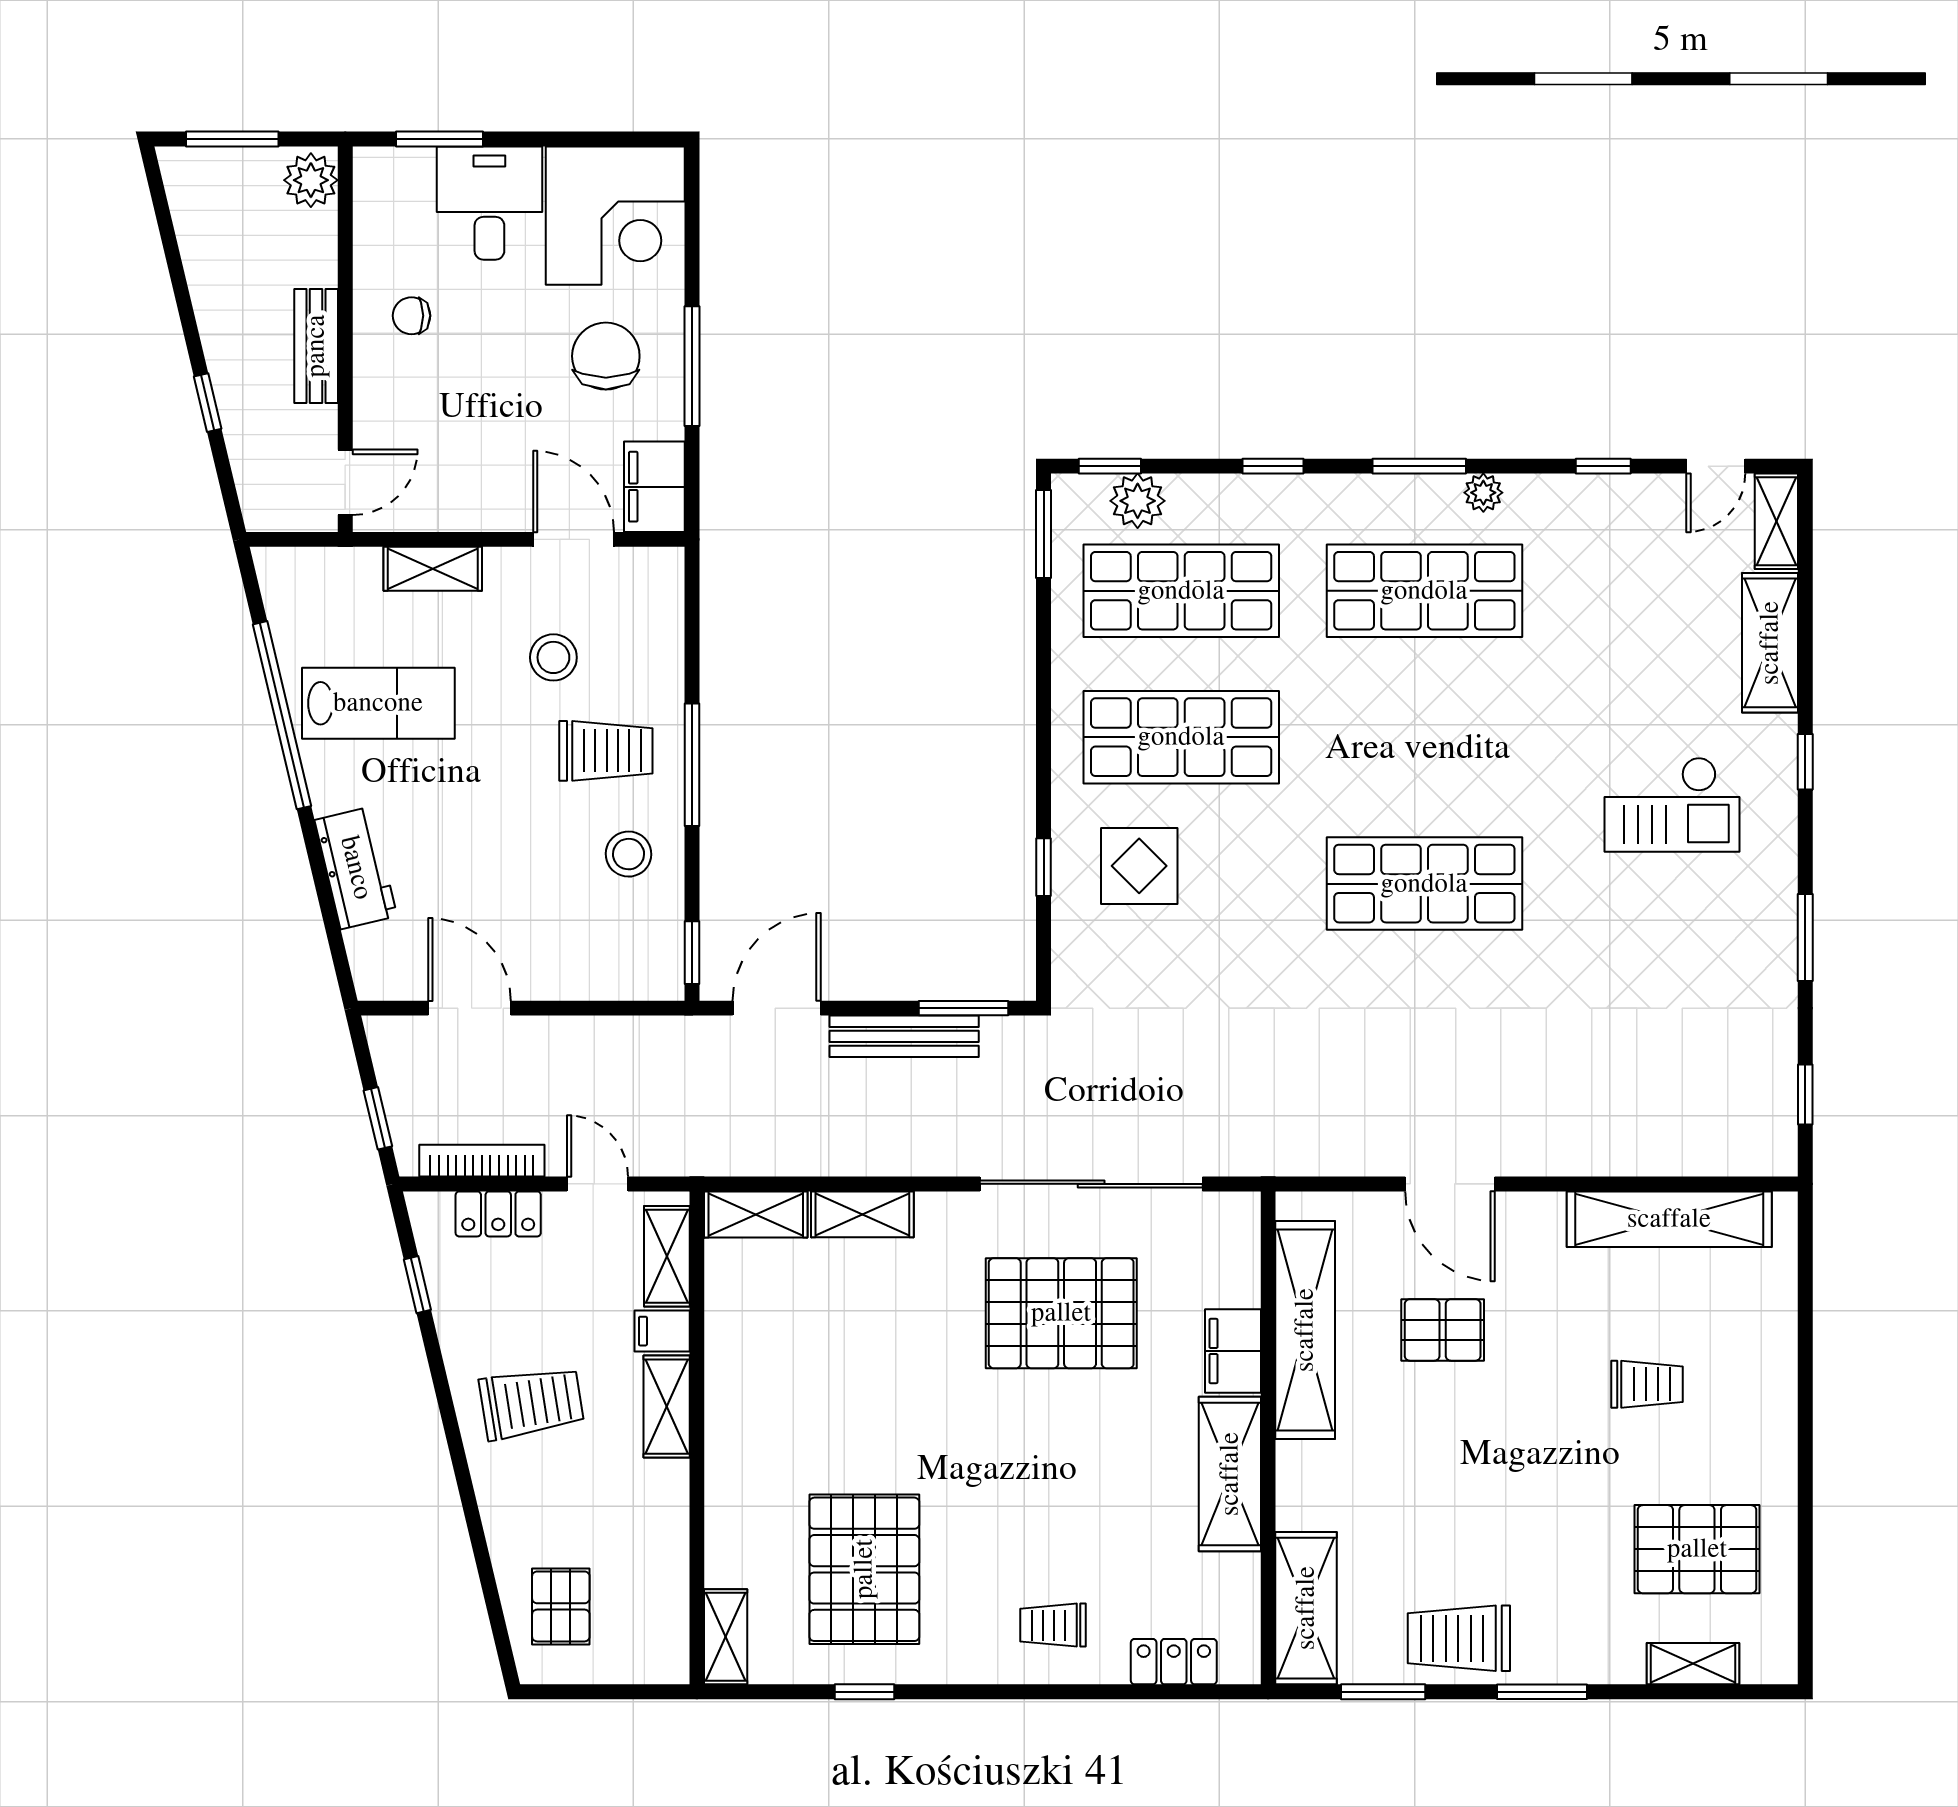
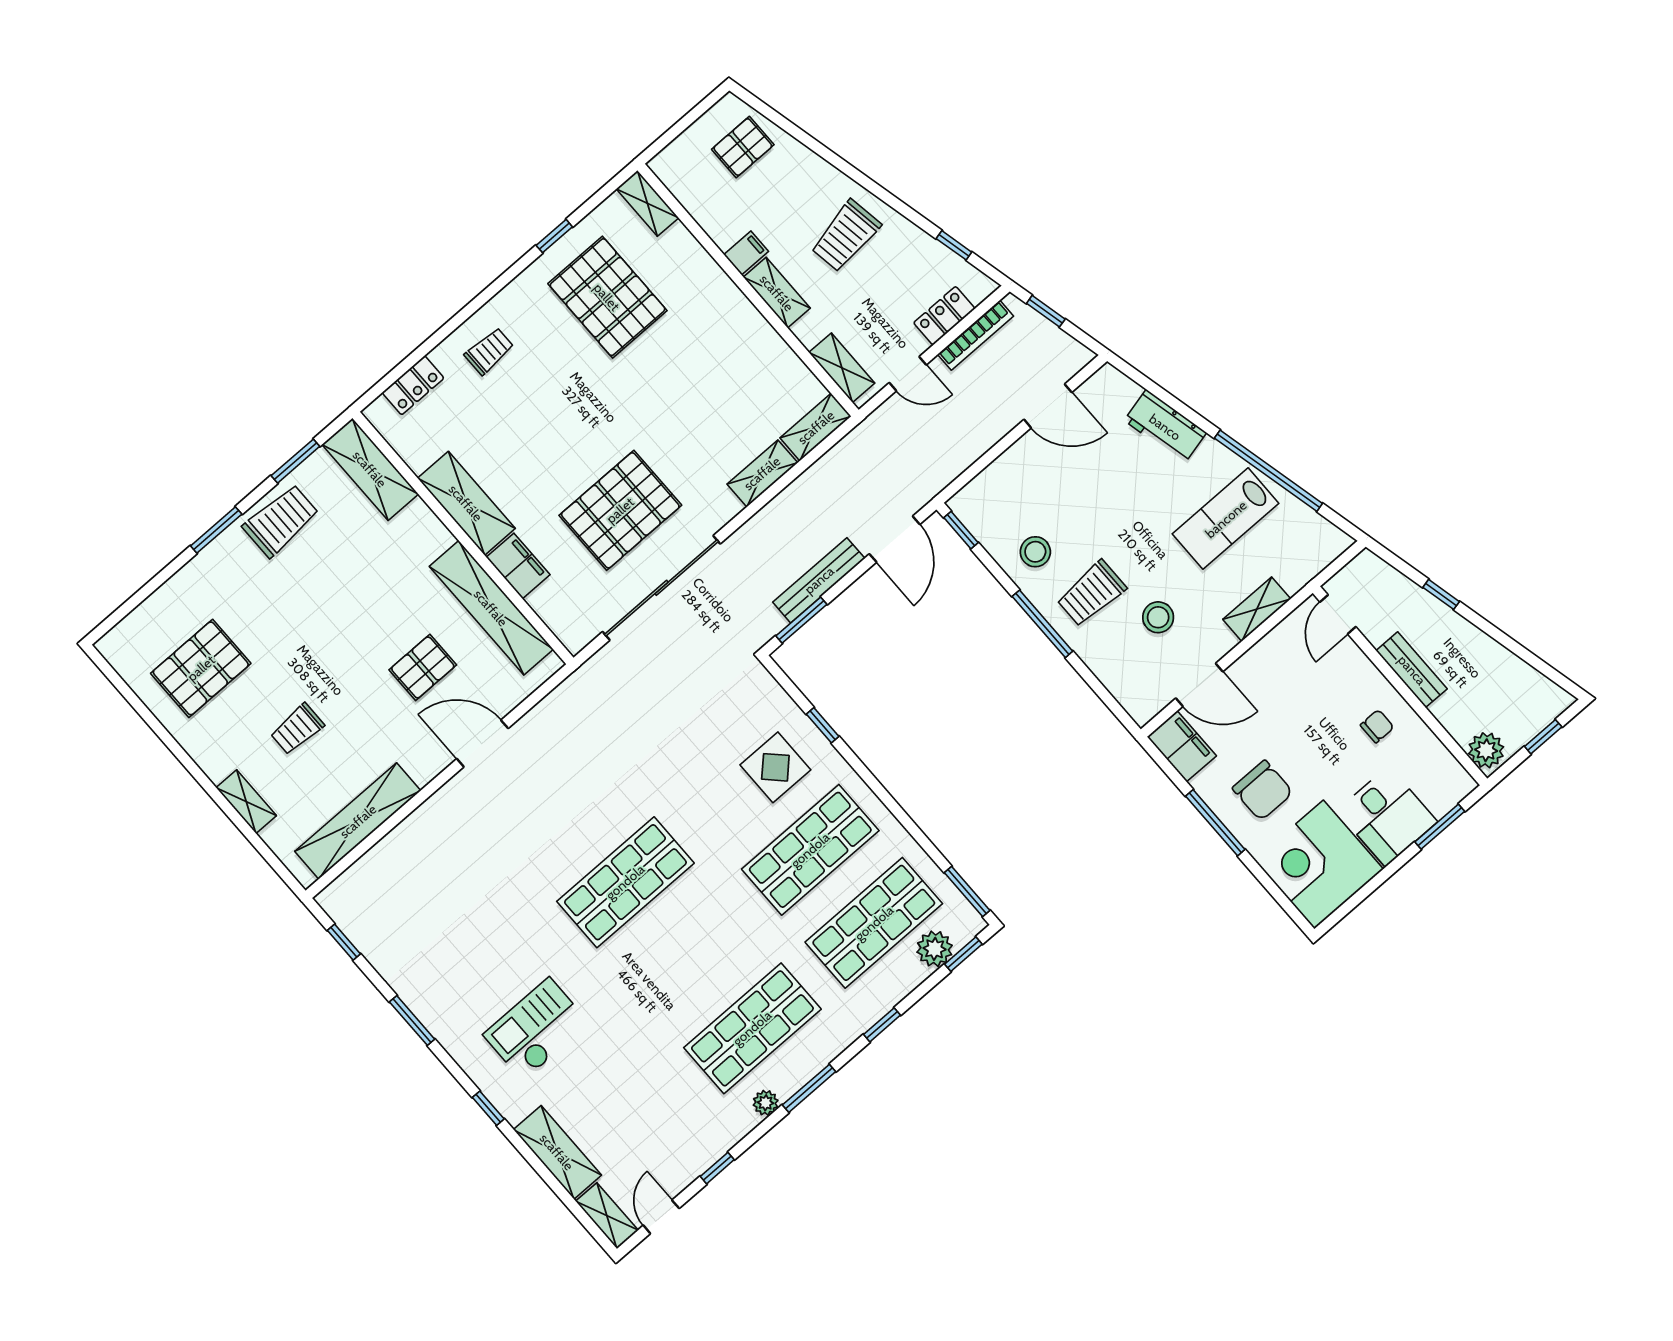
window: (232, 139) -> (1543, 737), width x0.67
filing cabinet: (662, 1331) -> (746, 253), moved
pallet: (561, 1606) -> (743, 147), turned 90
shelving: (1693, 1664) -> (246, 802), moved, turned 90

